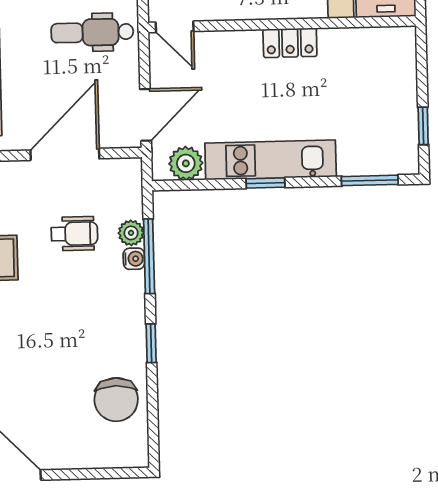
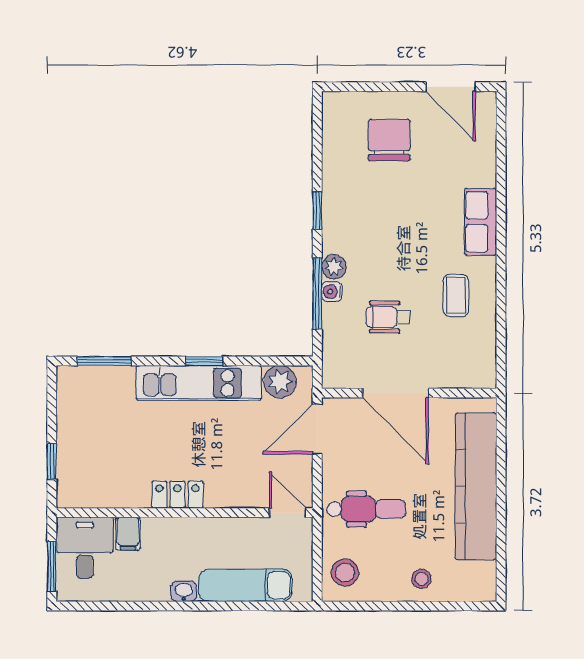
window: (423, 126) -> (52, 462), moved
door: (65, 154) -> (395, 393), hinge flipped
plant: (131, 233) -> (334, 267), moved
chair: (116, 400) -> (389, 140), moved

